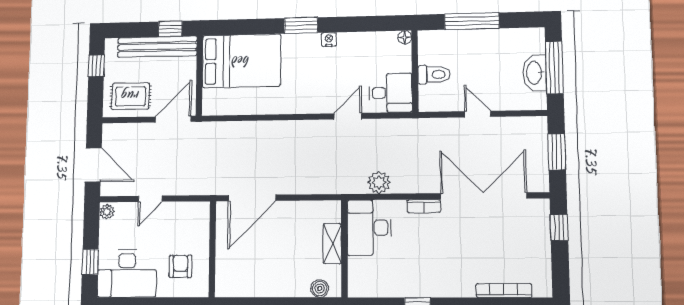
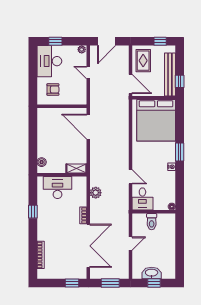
window: (472, 21) -> (180, 241), removed
bed: (241, 61) -> (156, 120), width x1.36
window: (554, 68) -> (154, 283), width x0.46
desk: (369, 228) -> (57, 188), moved
shelving: (332, 244) -> (76, 169), moved

